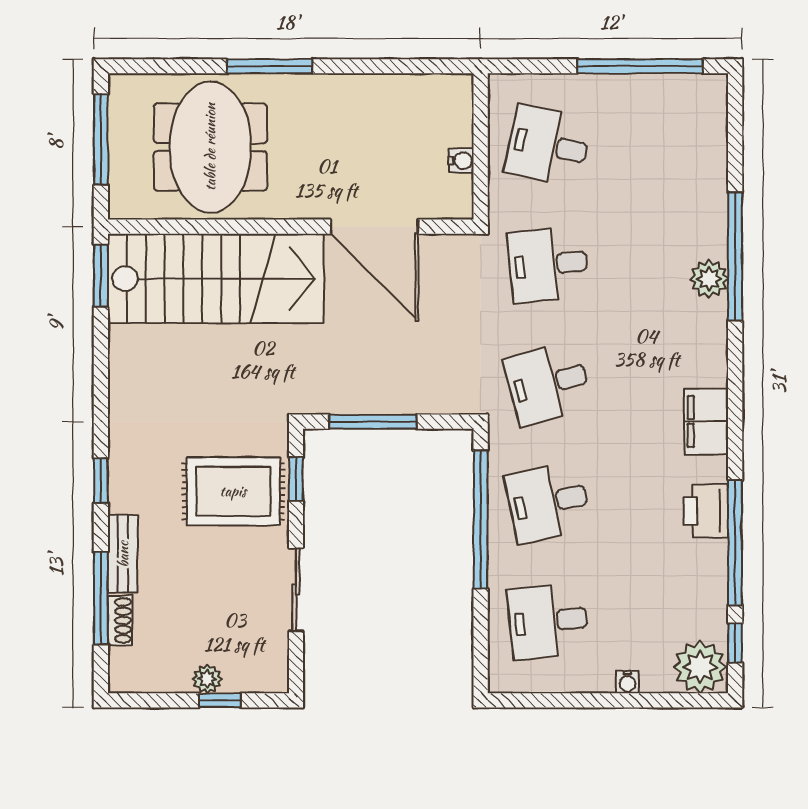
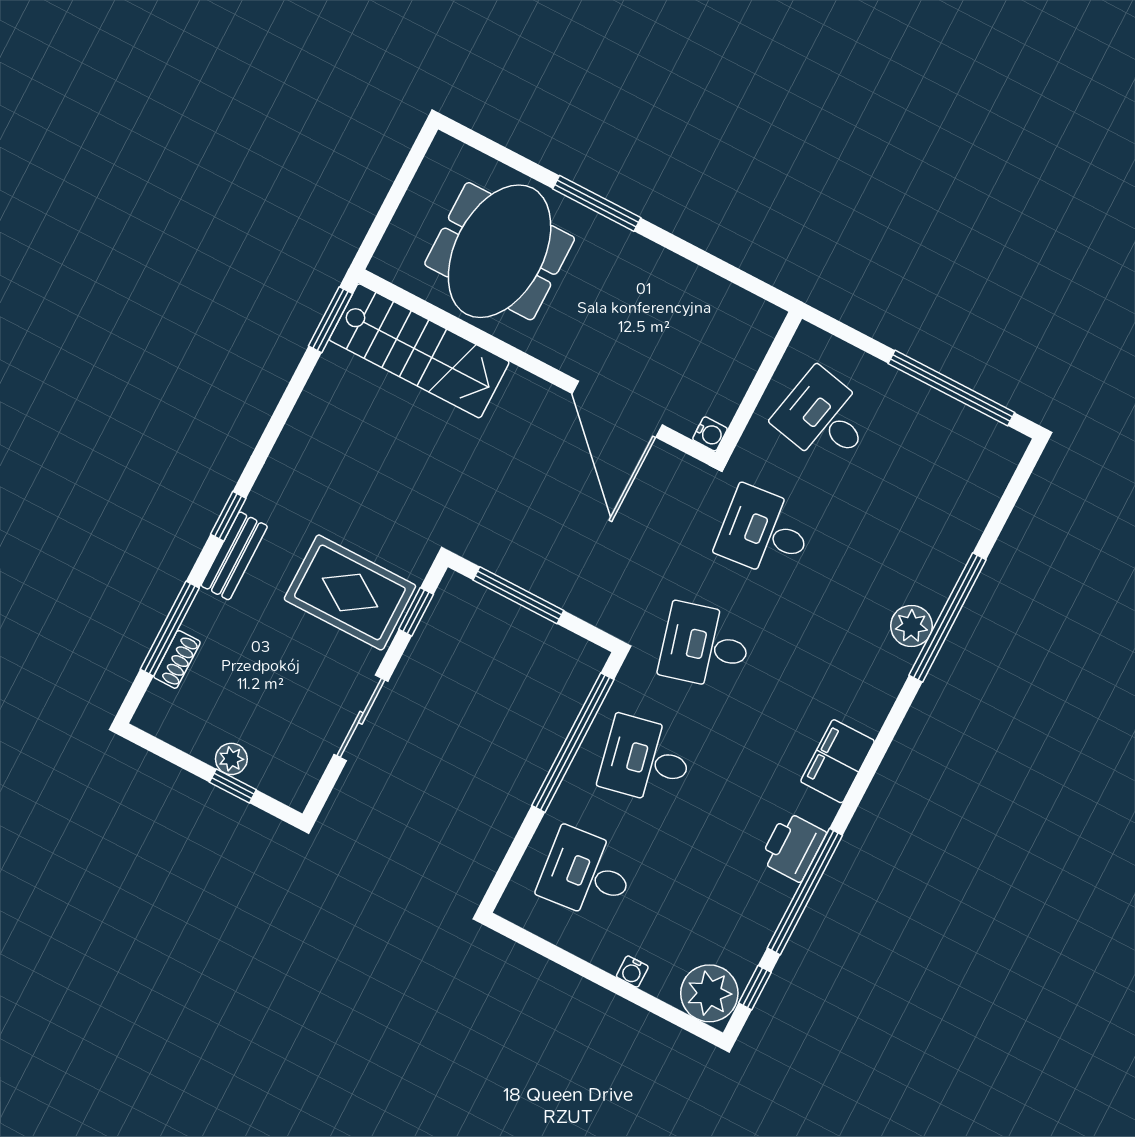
window: (101, 140) -> (398, 189), removed
water cooler: (461, 161) -> (710, 434), moved
stairs: (216, 278) -> (419, 351), width x0.73, depth x0.66
bench: (123, 554) -> (234, 556), moved

